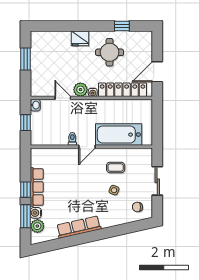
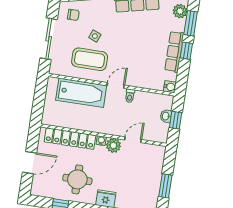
door: (157, 72) -> (29, 163), moved
door: (63, 98) -> (133, 140), swing flipped
washbasin: (35, 105) -> (166, 116), moved
coffee table: (116, 167) -> (90, 59), width x1.86, depth x1.72
sliding door: (157, 181) -> (49, 39), width x1.37
water cooler: (36, 213) -> (170, 87), moved

